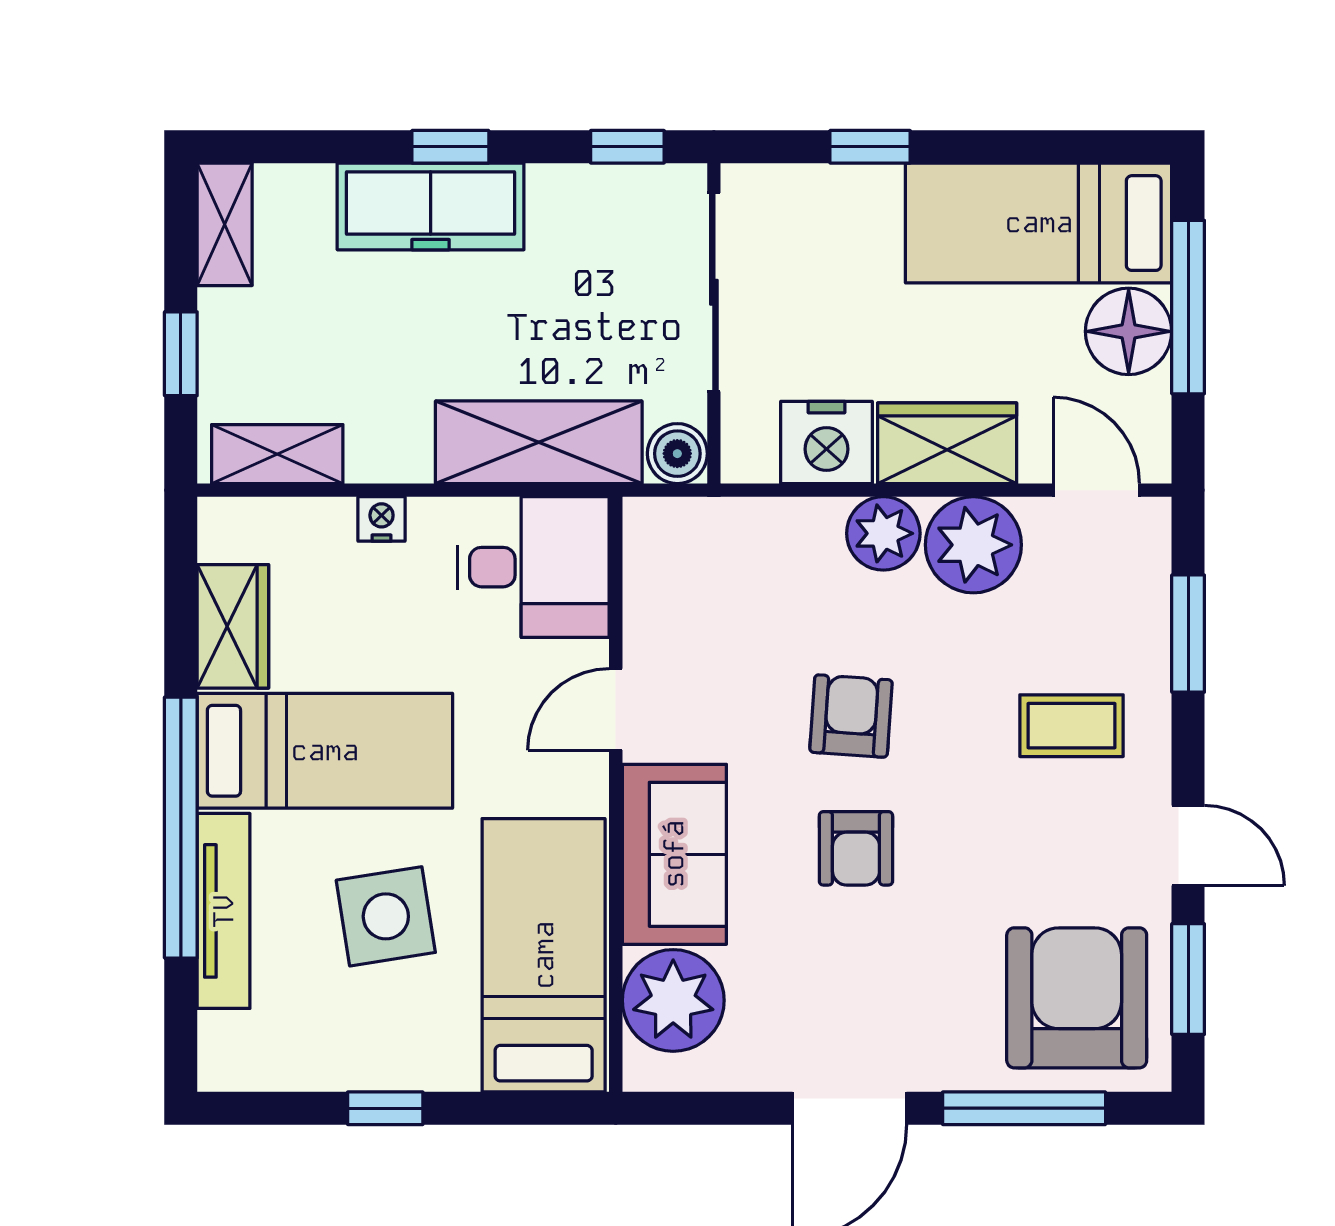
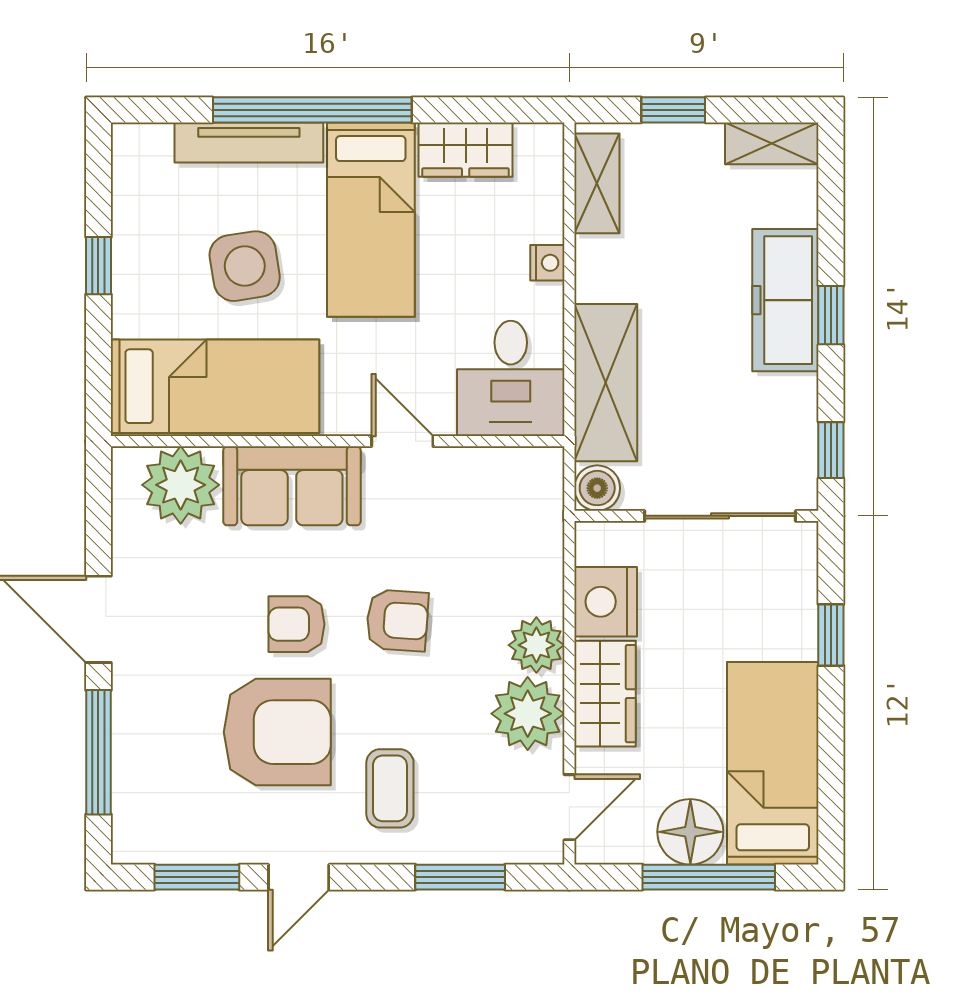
armchair: (1077, 998) -> (277, 732), moved

